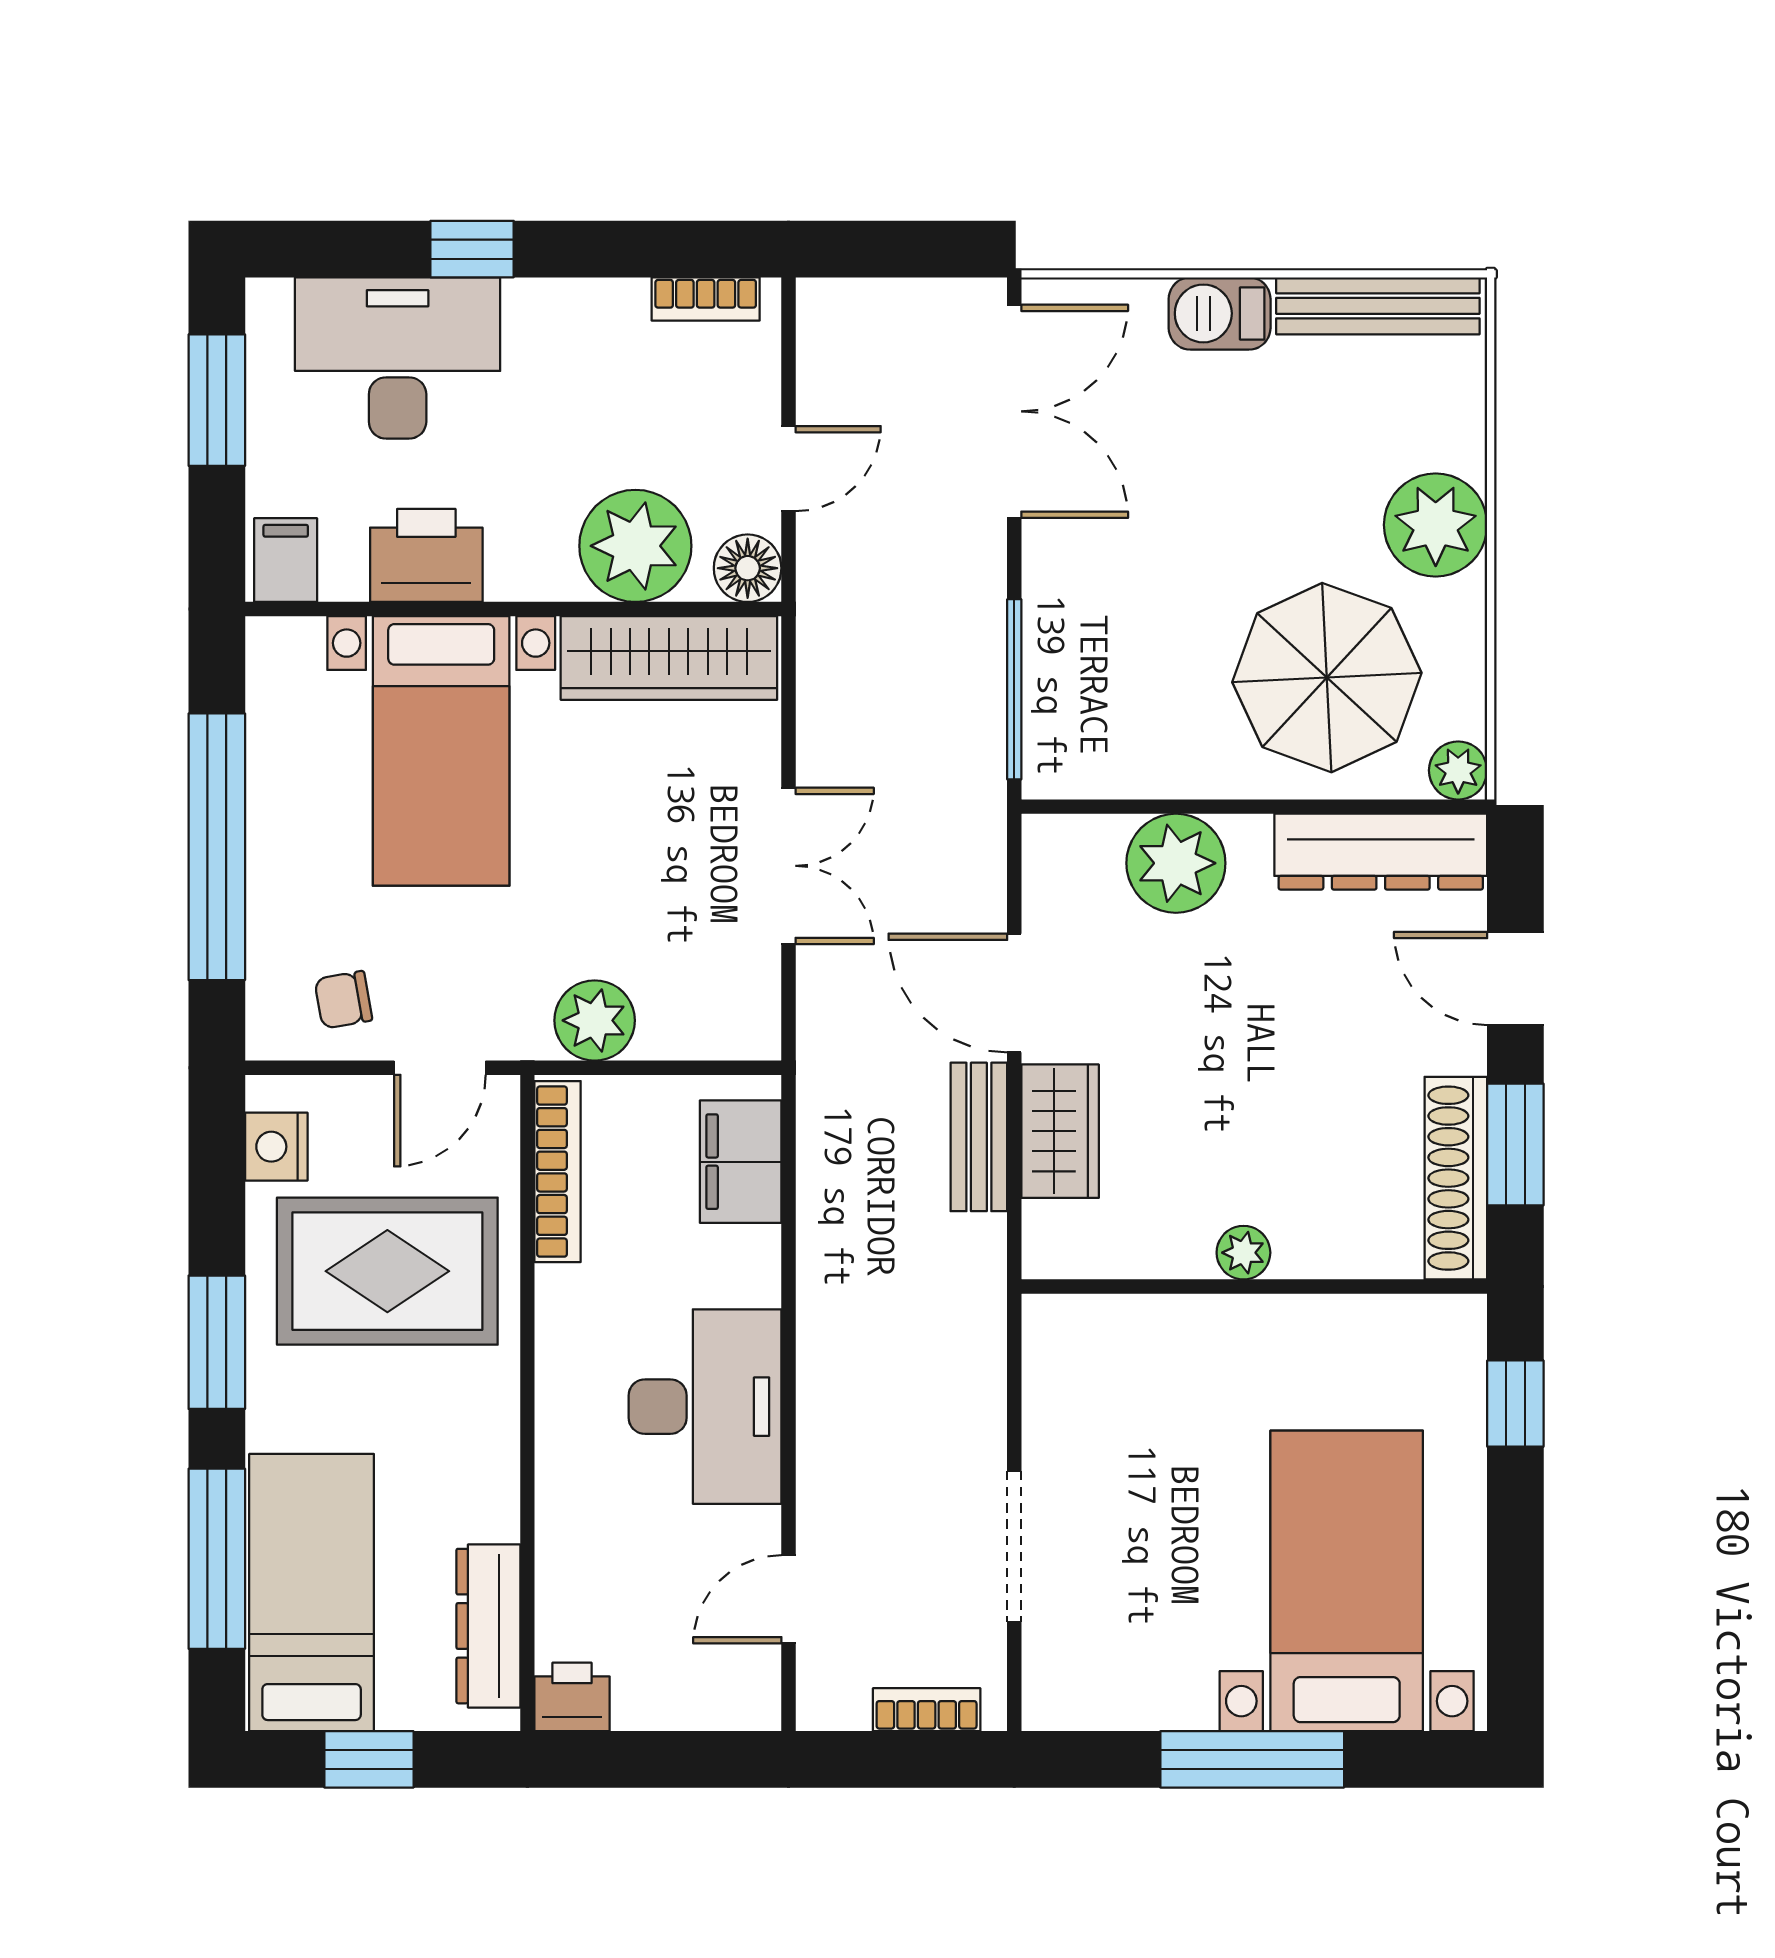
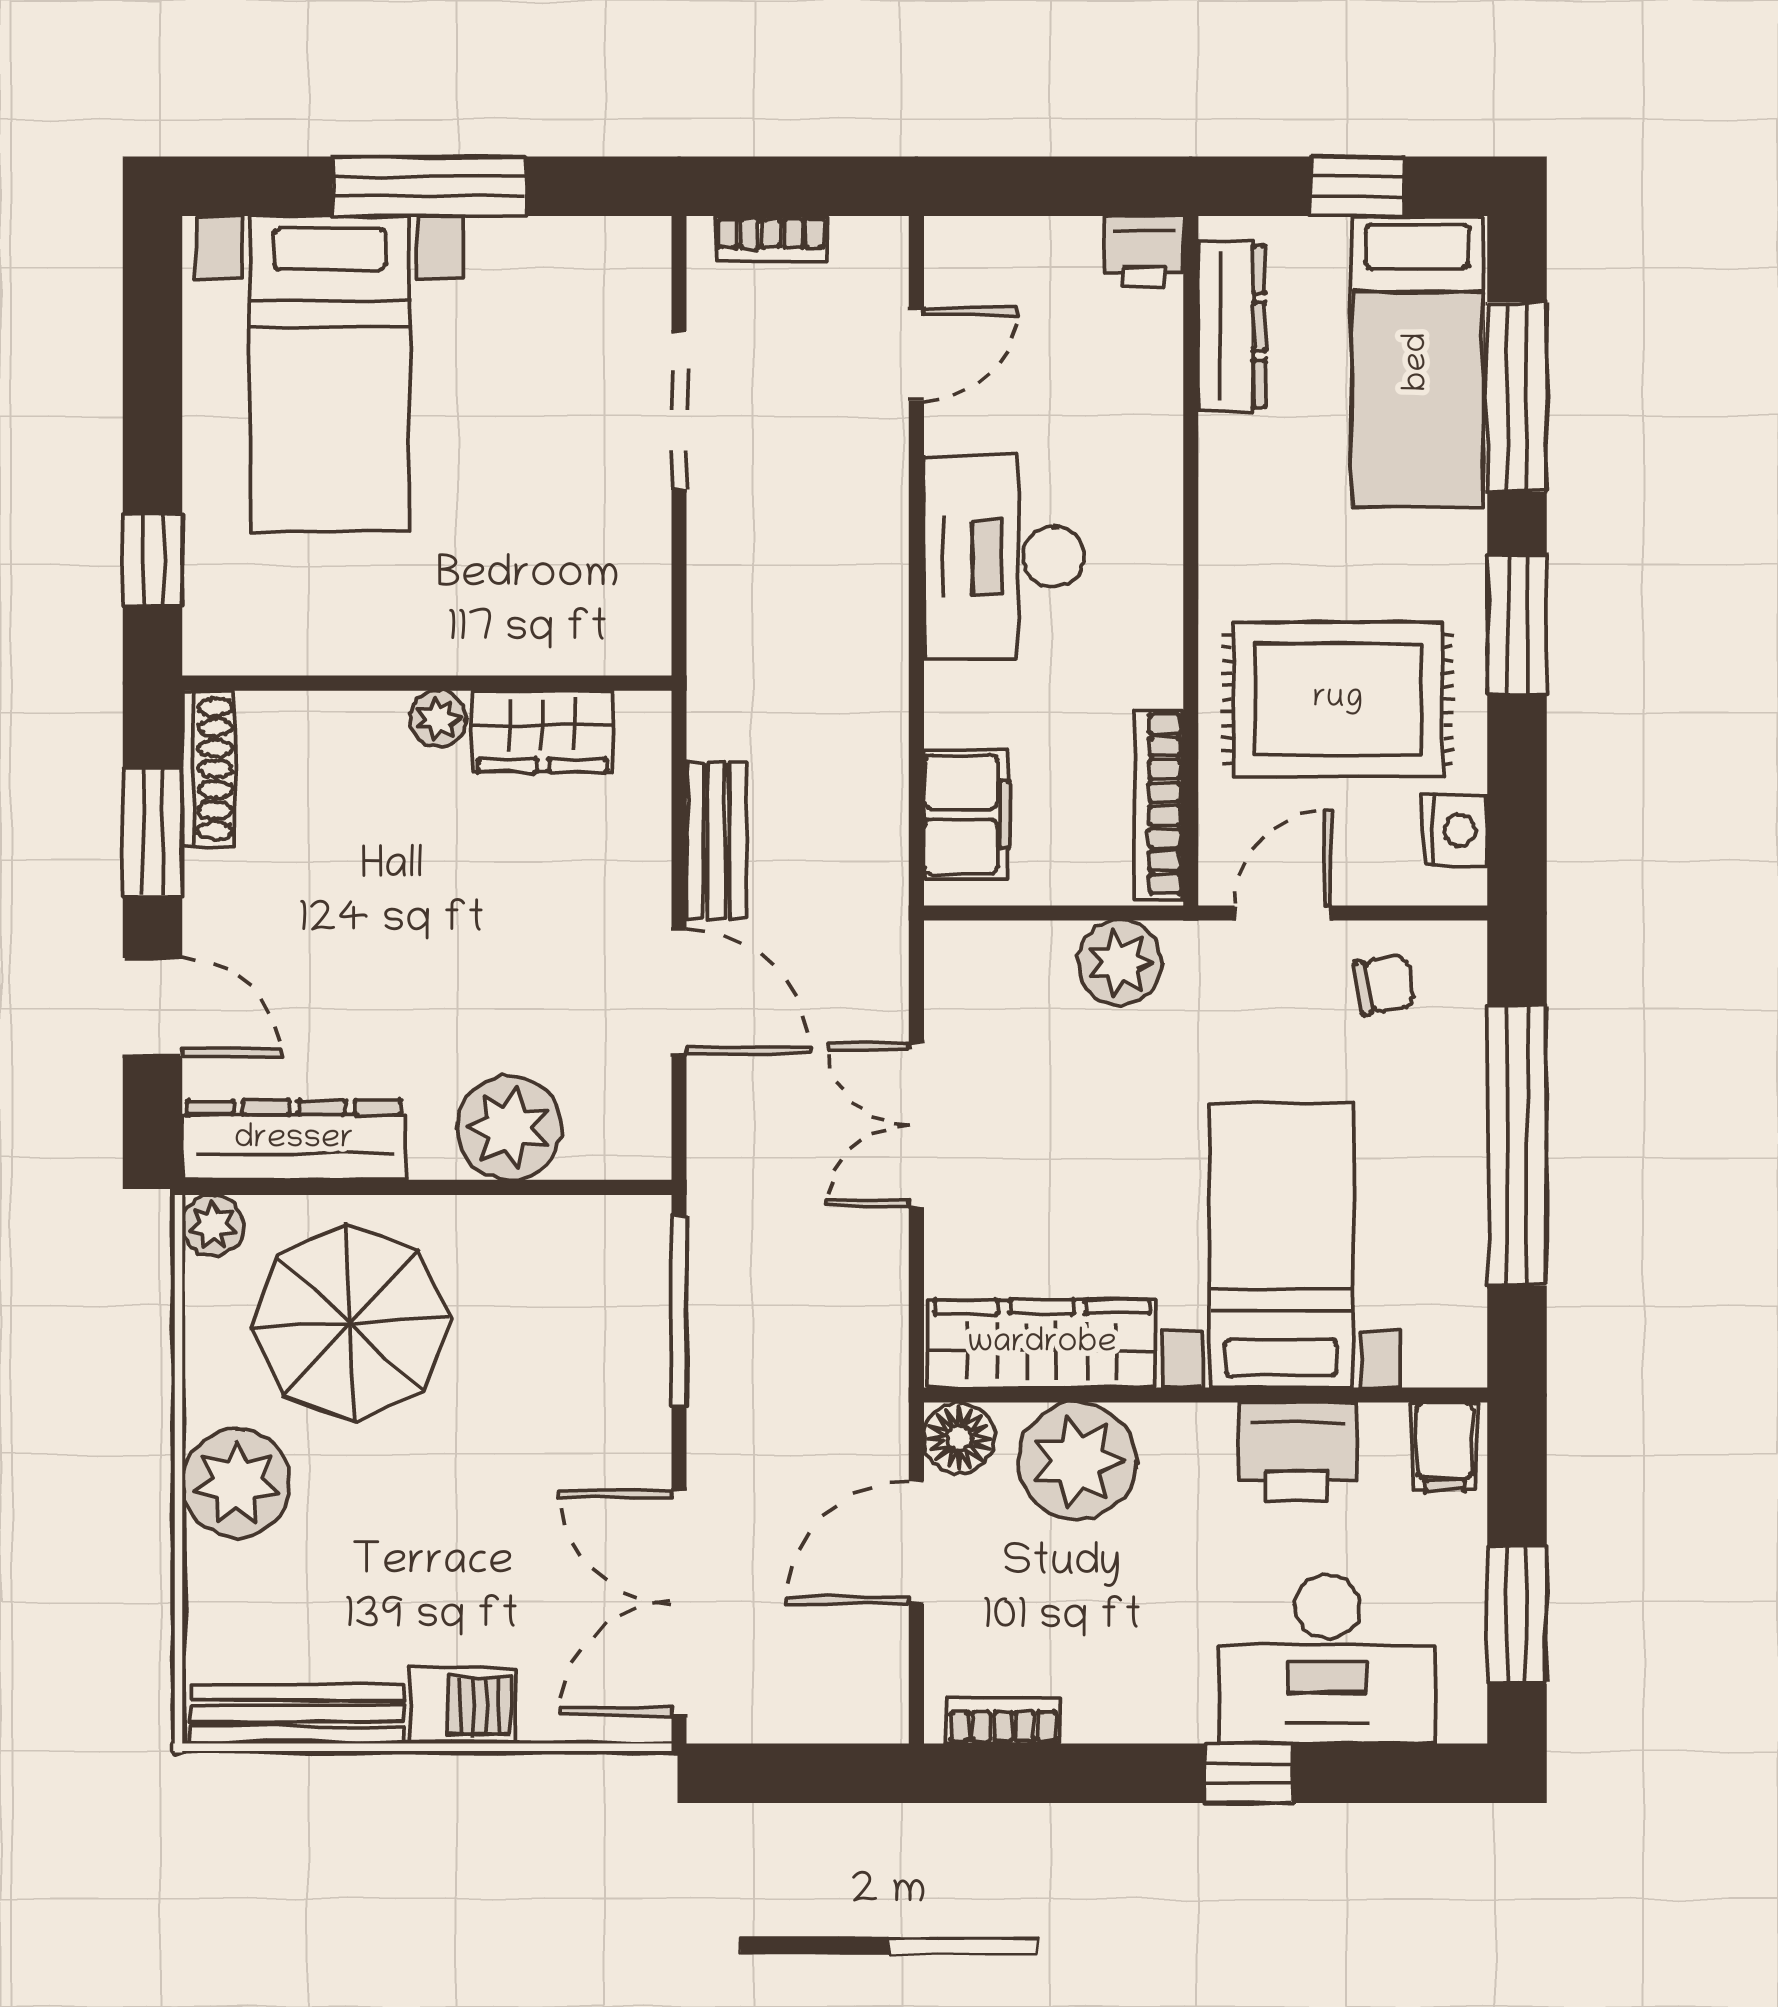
door: (788, 469) -> (916, 1543), width x1.37
wardrobe: (1060, 1131) -> (543, 731), moved, turned -90
shoe rack: (1456, 1178) -> (209, 769), width x0.74, depth x0.81

